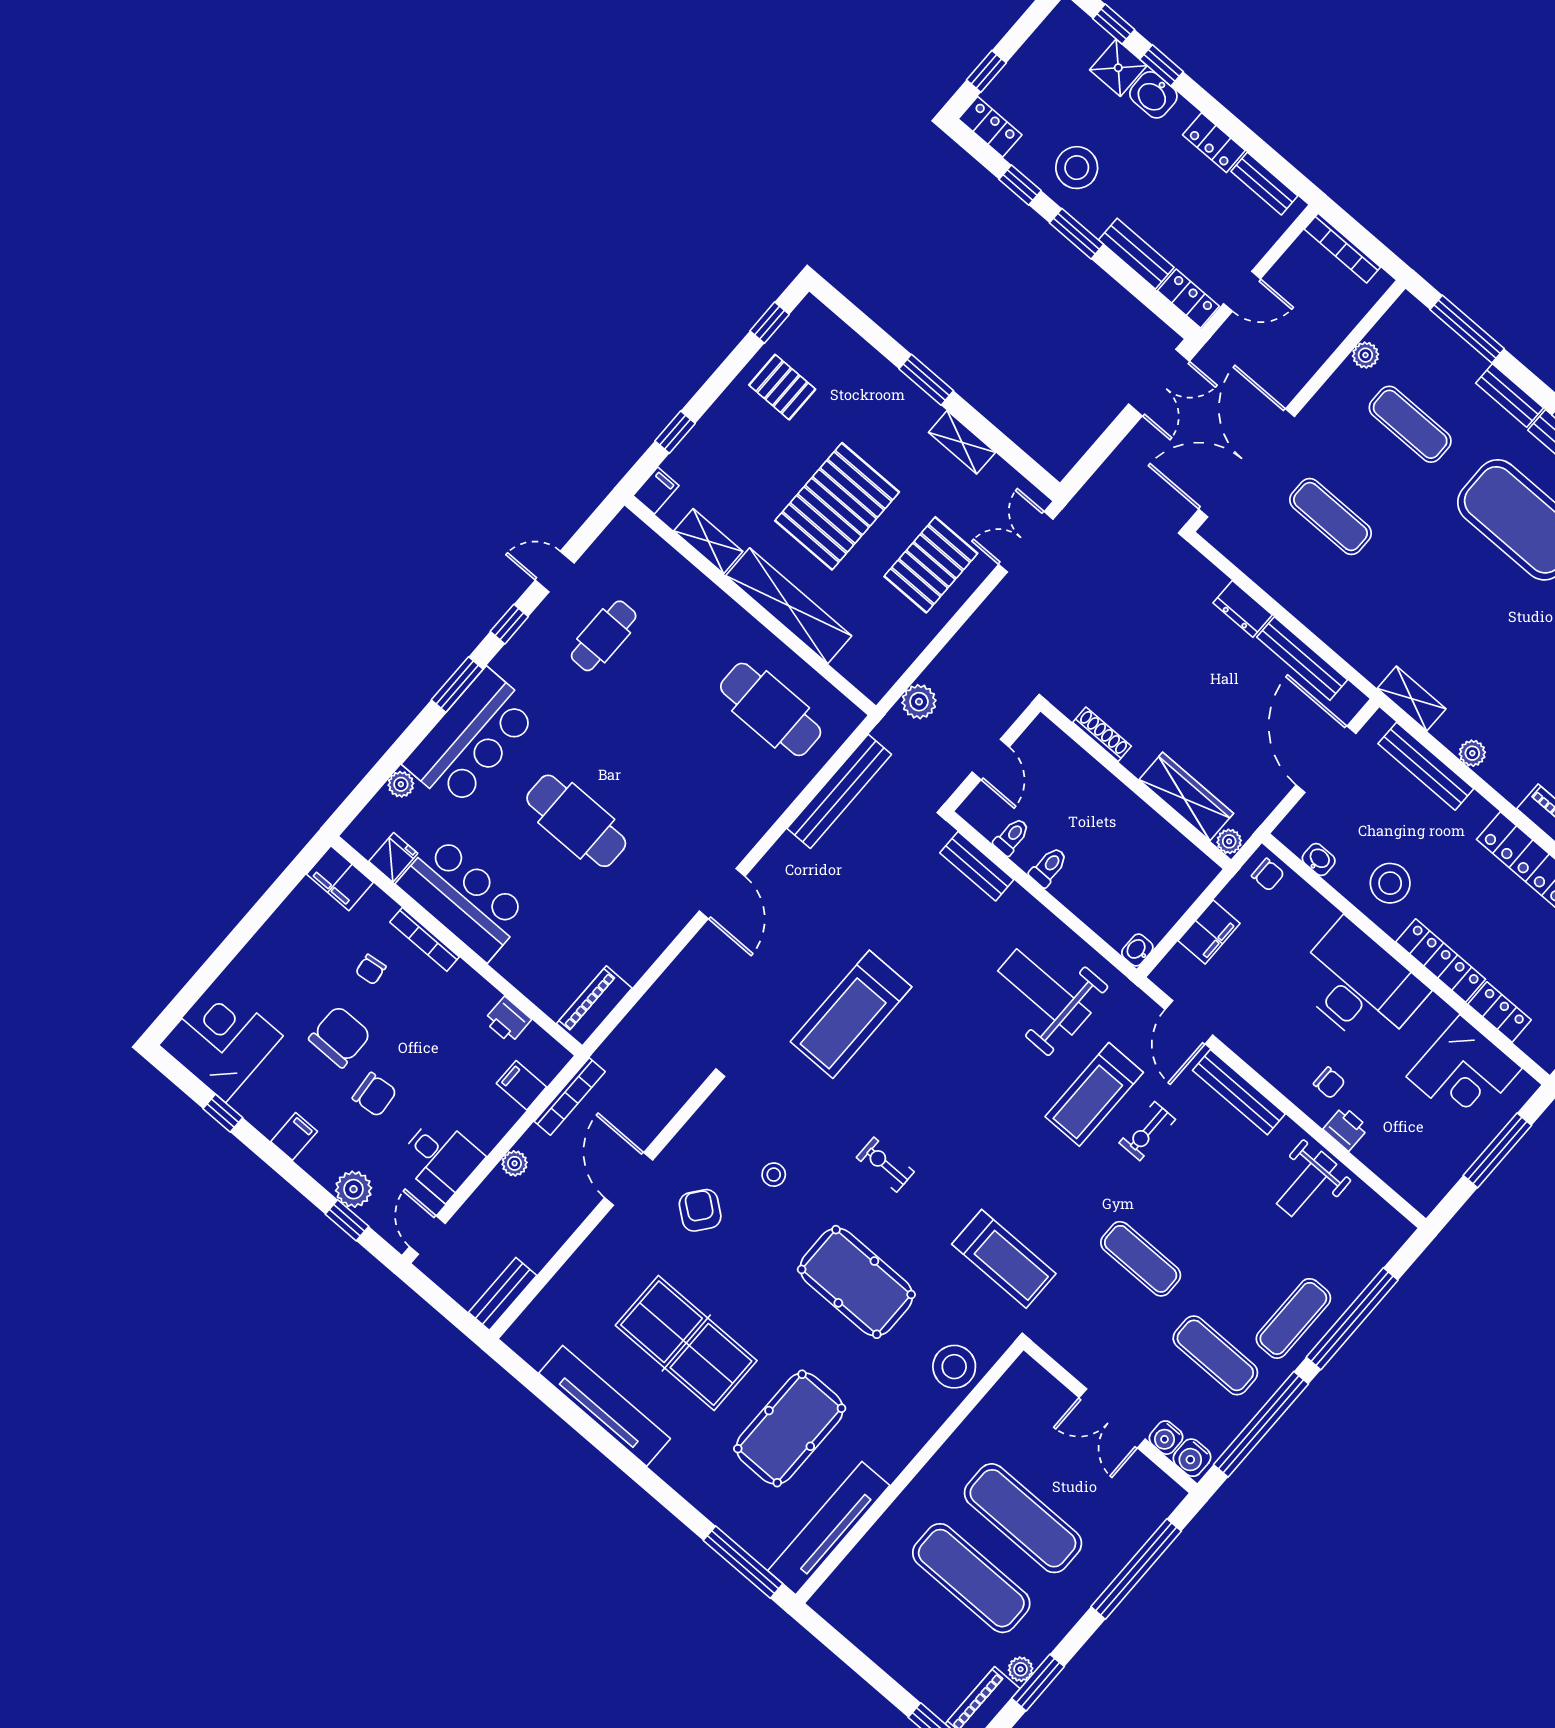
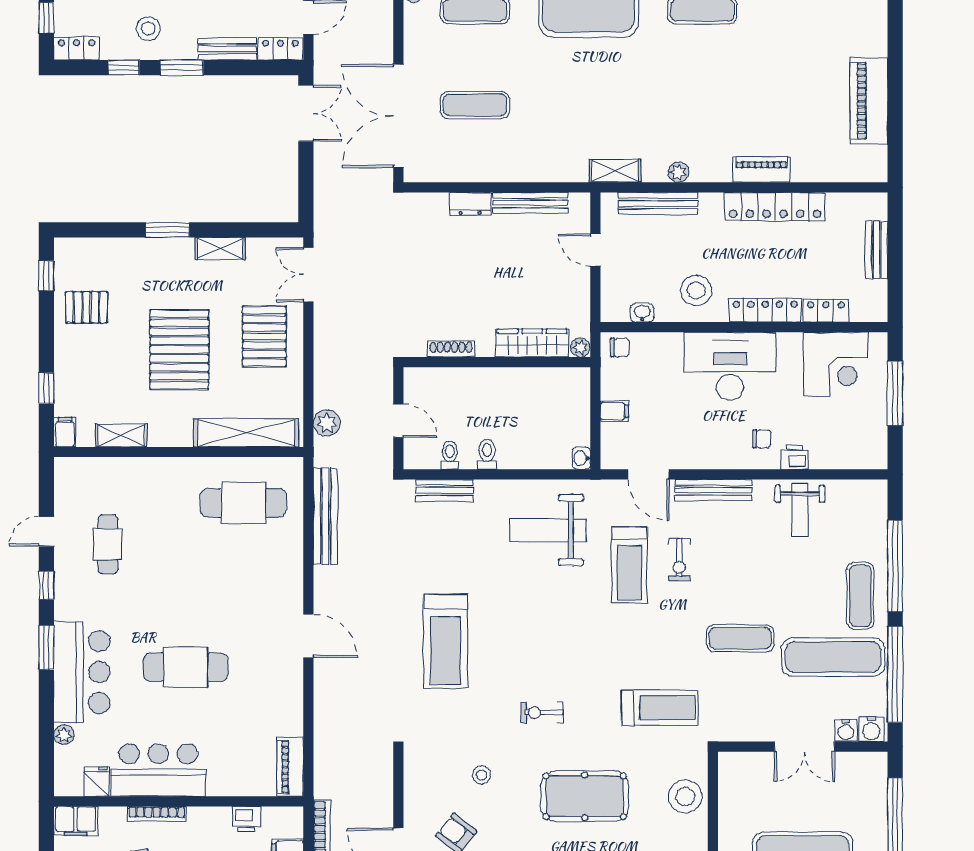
stool: (1077, 168) -> (148, 29), width x0.73, depth x0.73
shelving: (789, 606) -> (246, 433), moved
door: (1326, 759) -> (595, 250), width x0.53
filing cabinet: (1209, 932) -> (614, 411), width x0.50
exercise mat: (1215, 1355) -> (833, 657), width x1.36, depth x1.45

